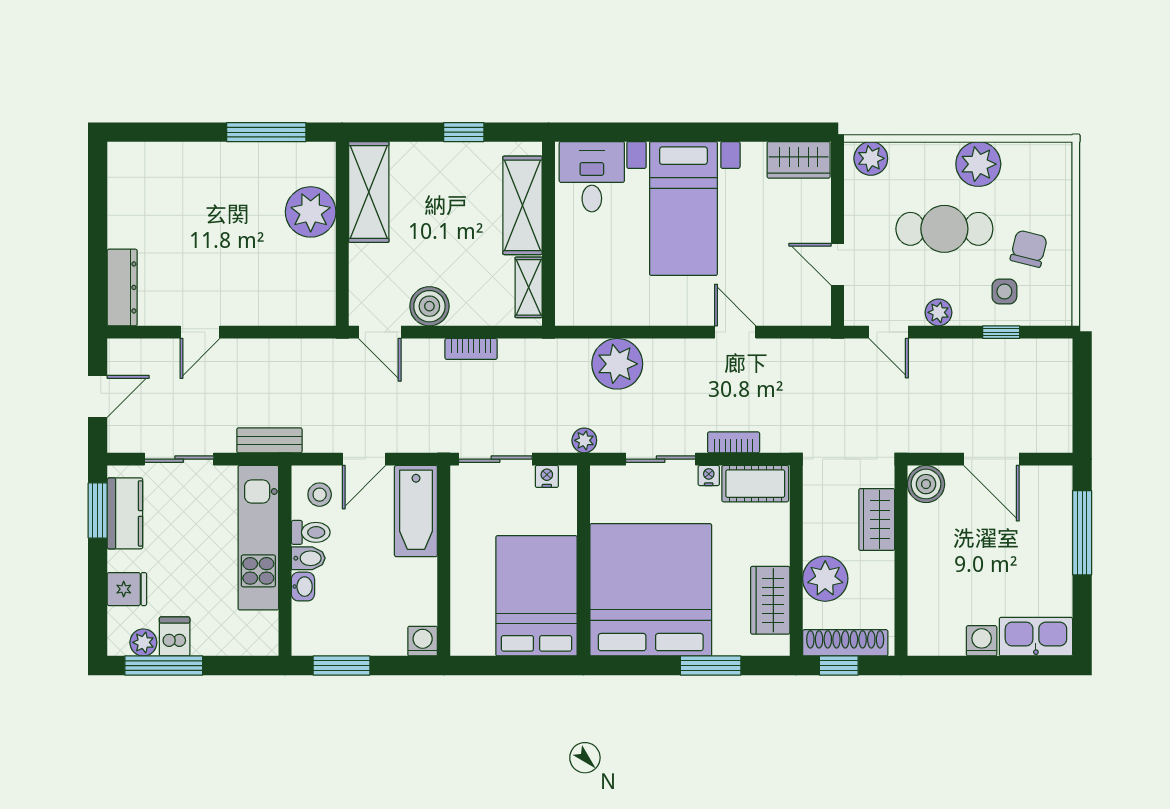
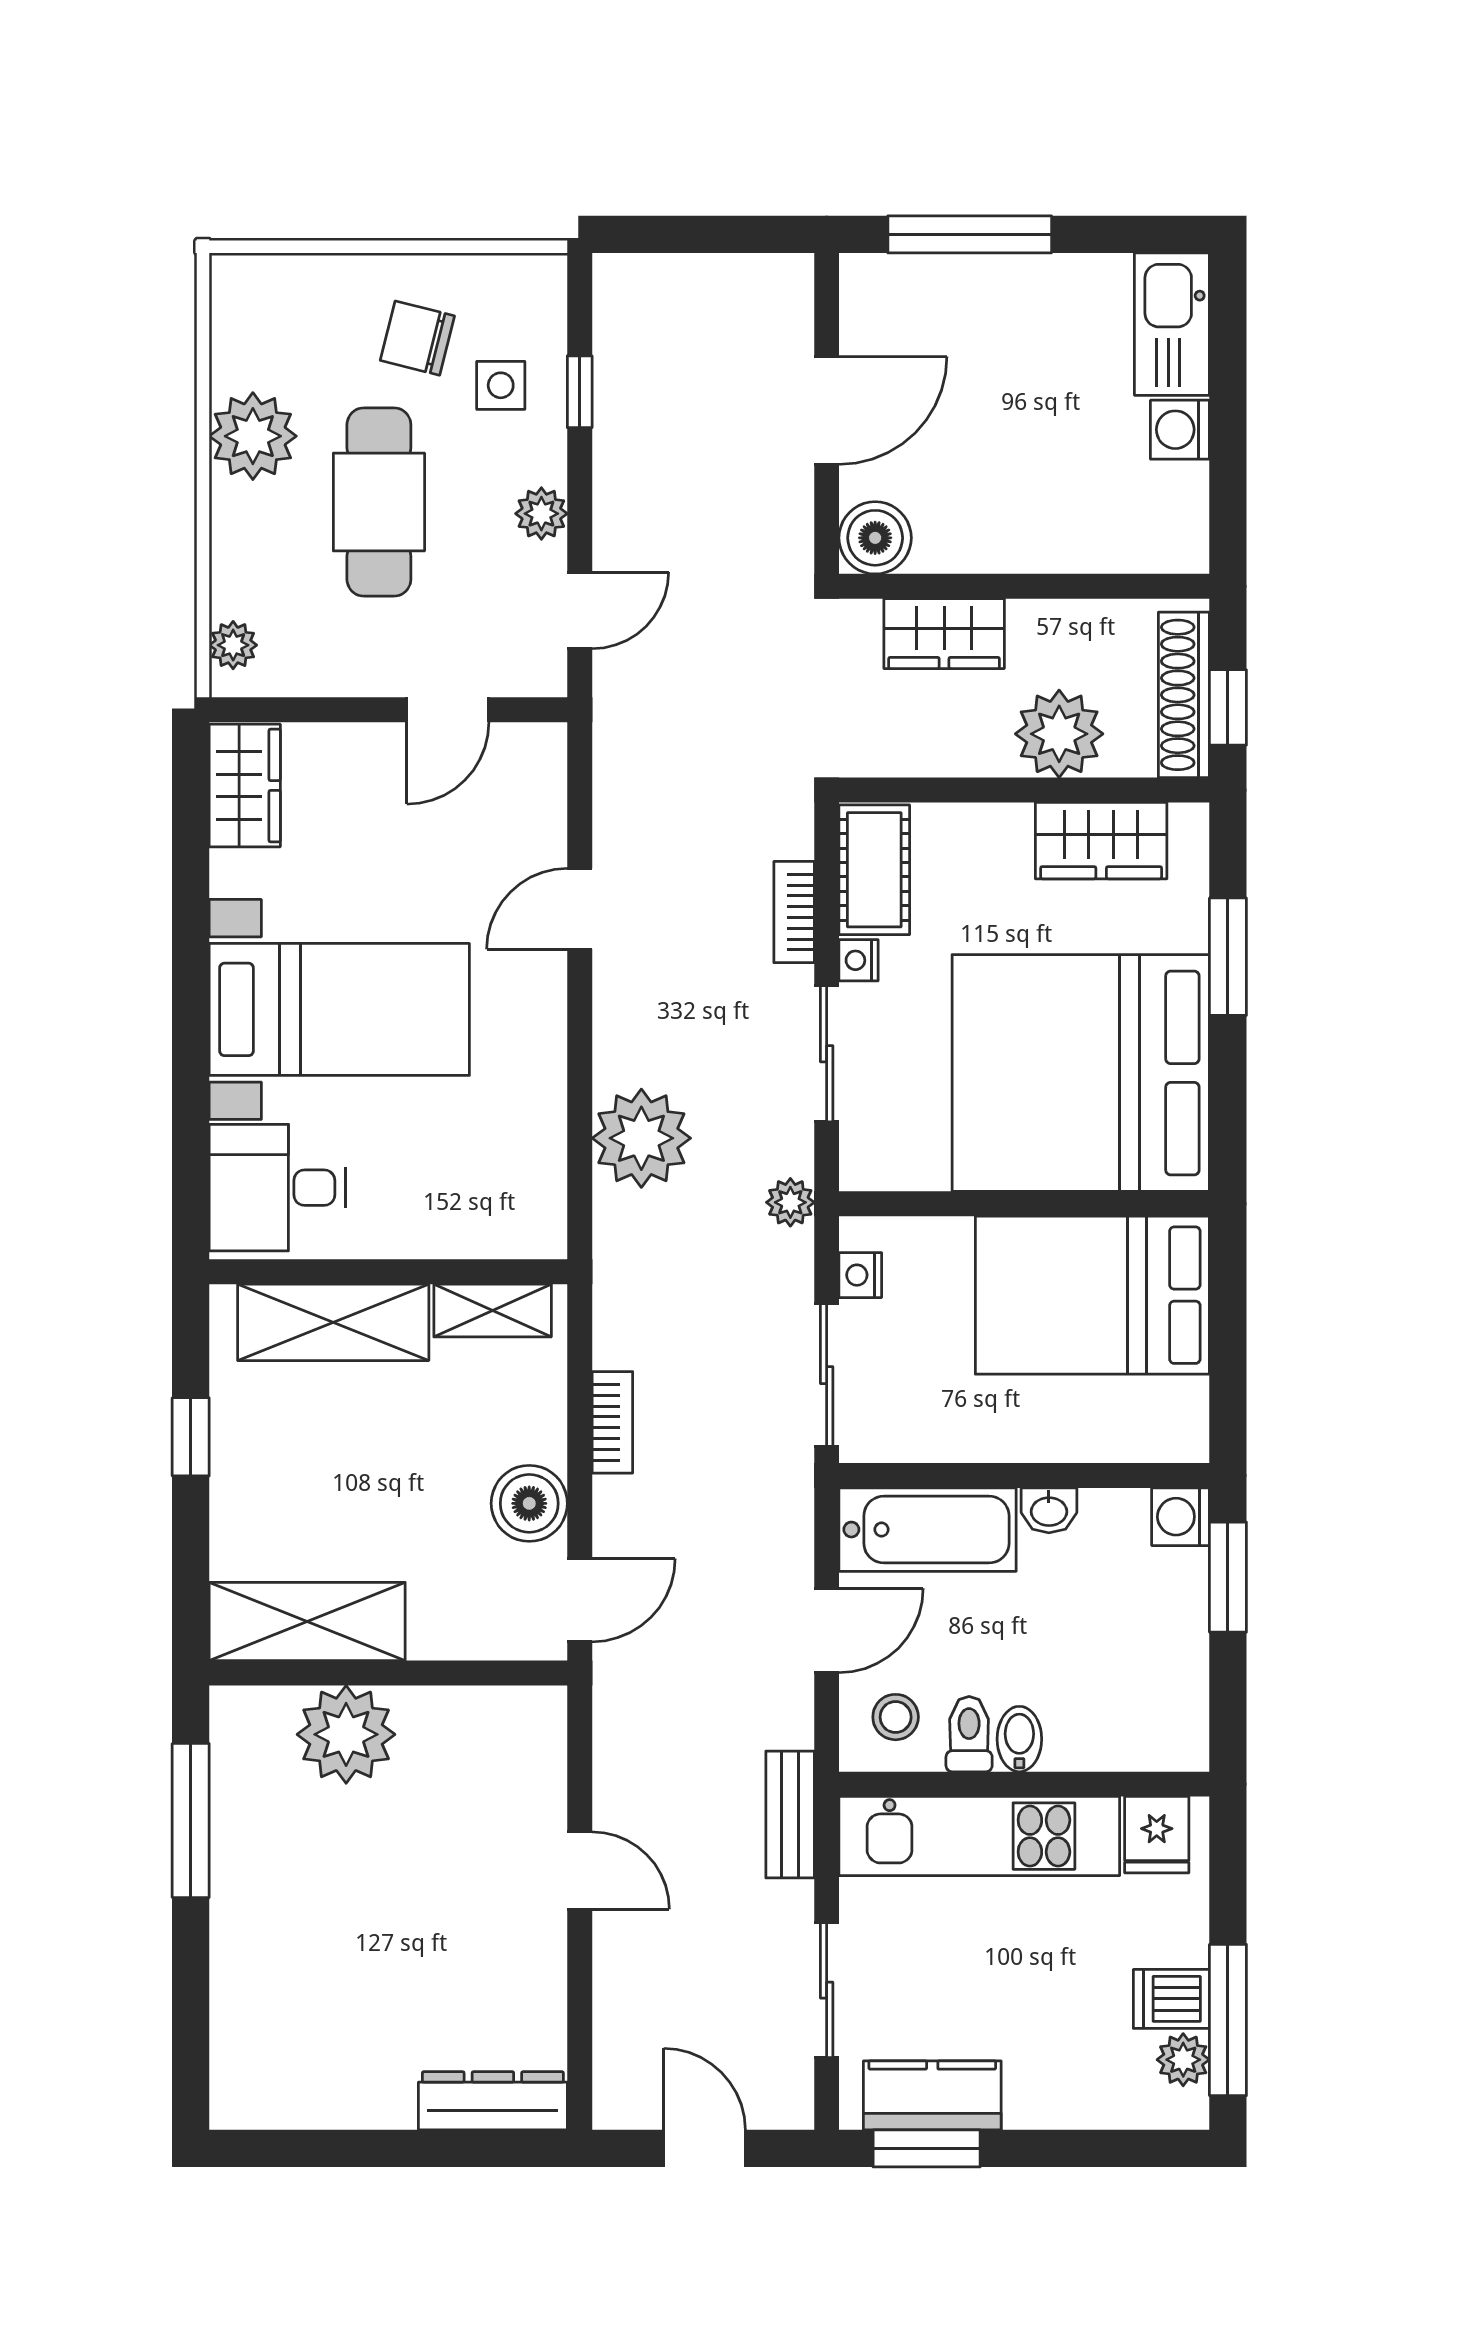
plant: (871, 158) -> (233, 645), width x0.73, depth x0.73
door: (200, 332) -> (580, 1871), moved
door: (364, 459) -> (827, 1631), hinge flipped
washbasin: (303, 587) -> (1049, 1510), moved, turned 180
fridge: (127, 589) -> (1157, 1835), moved, turned 180
window: (341, 666) -> (1228, 1577), moved

